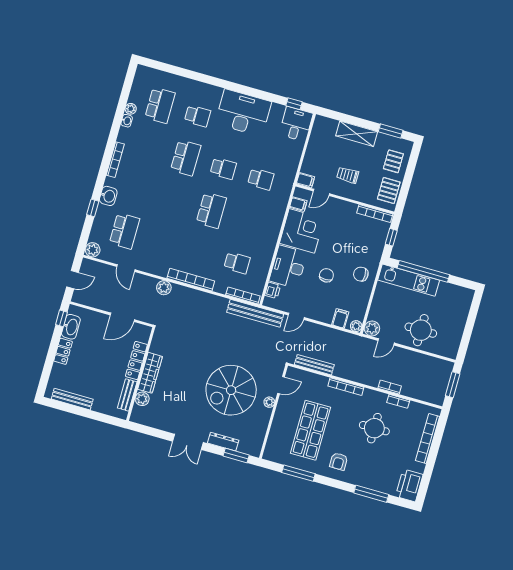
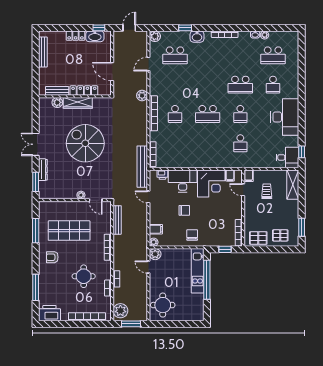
shelving: (357, 134) -> (293, 185), moved
trolley: (348, 175) -> (267, 191), moved
school desk: (237, 263) -> (175, 114), moved
door: (72, 280) -> (129, 28), swing flipped
round table: (421, 330) -> (163, 305), moved
spiral stairs: (231, 390) -> (85, 143), moved
plant: (432, 393) -> (120, 311), added

